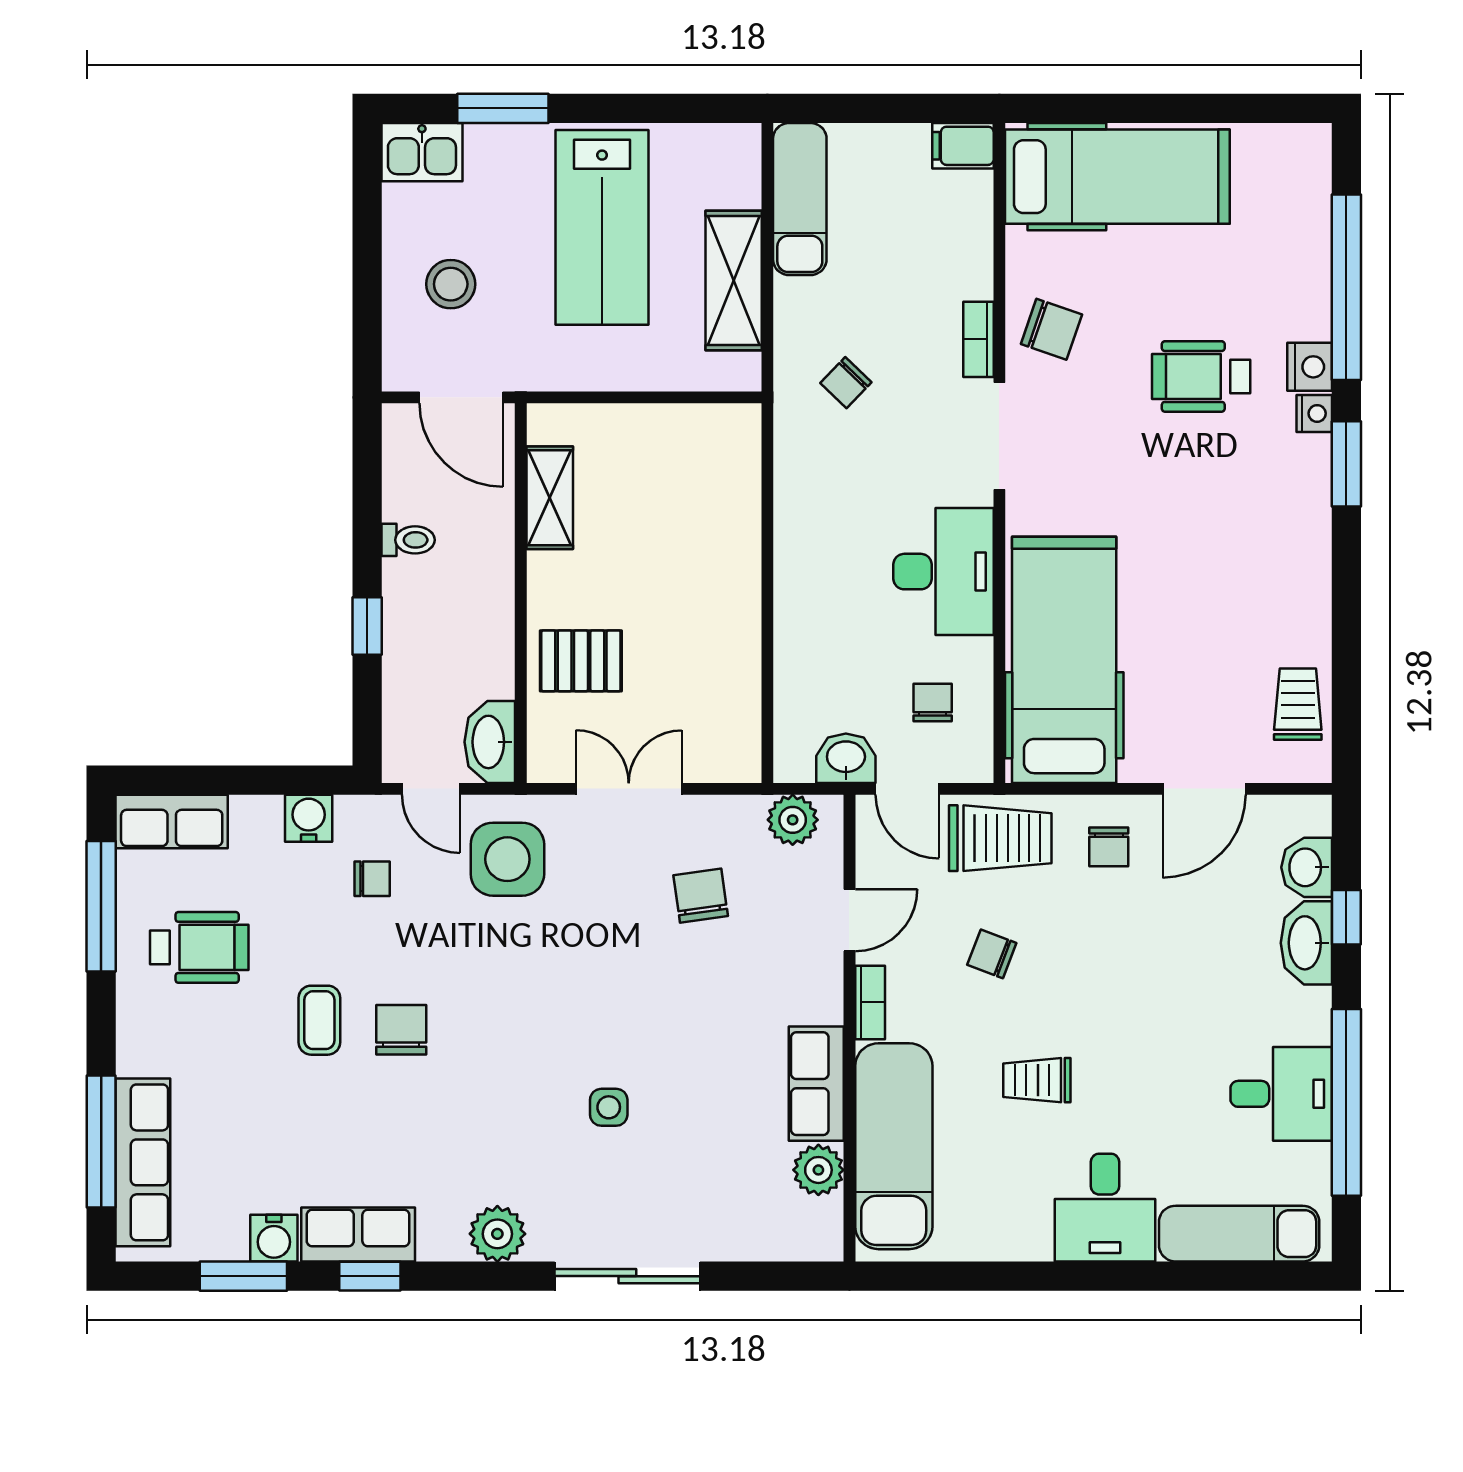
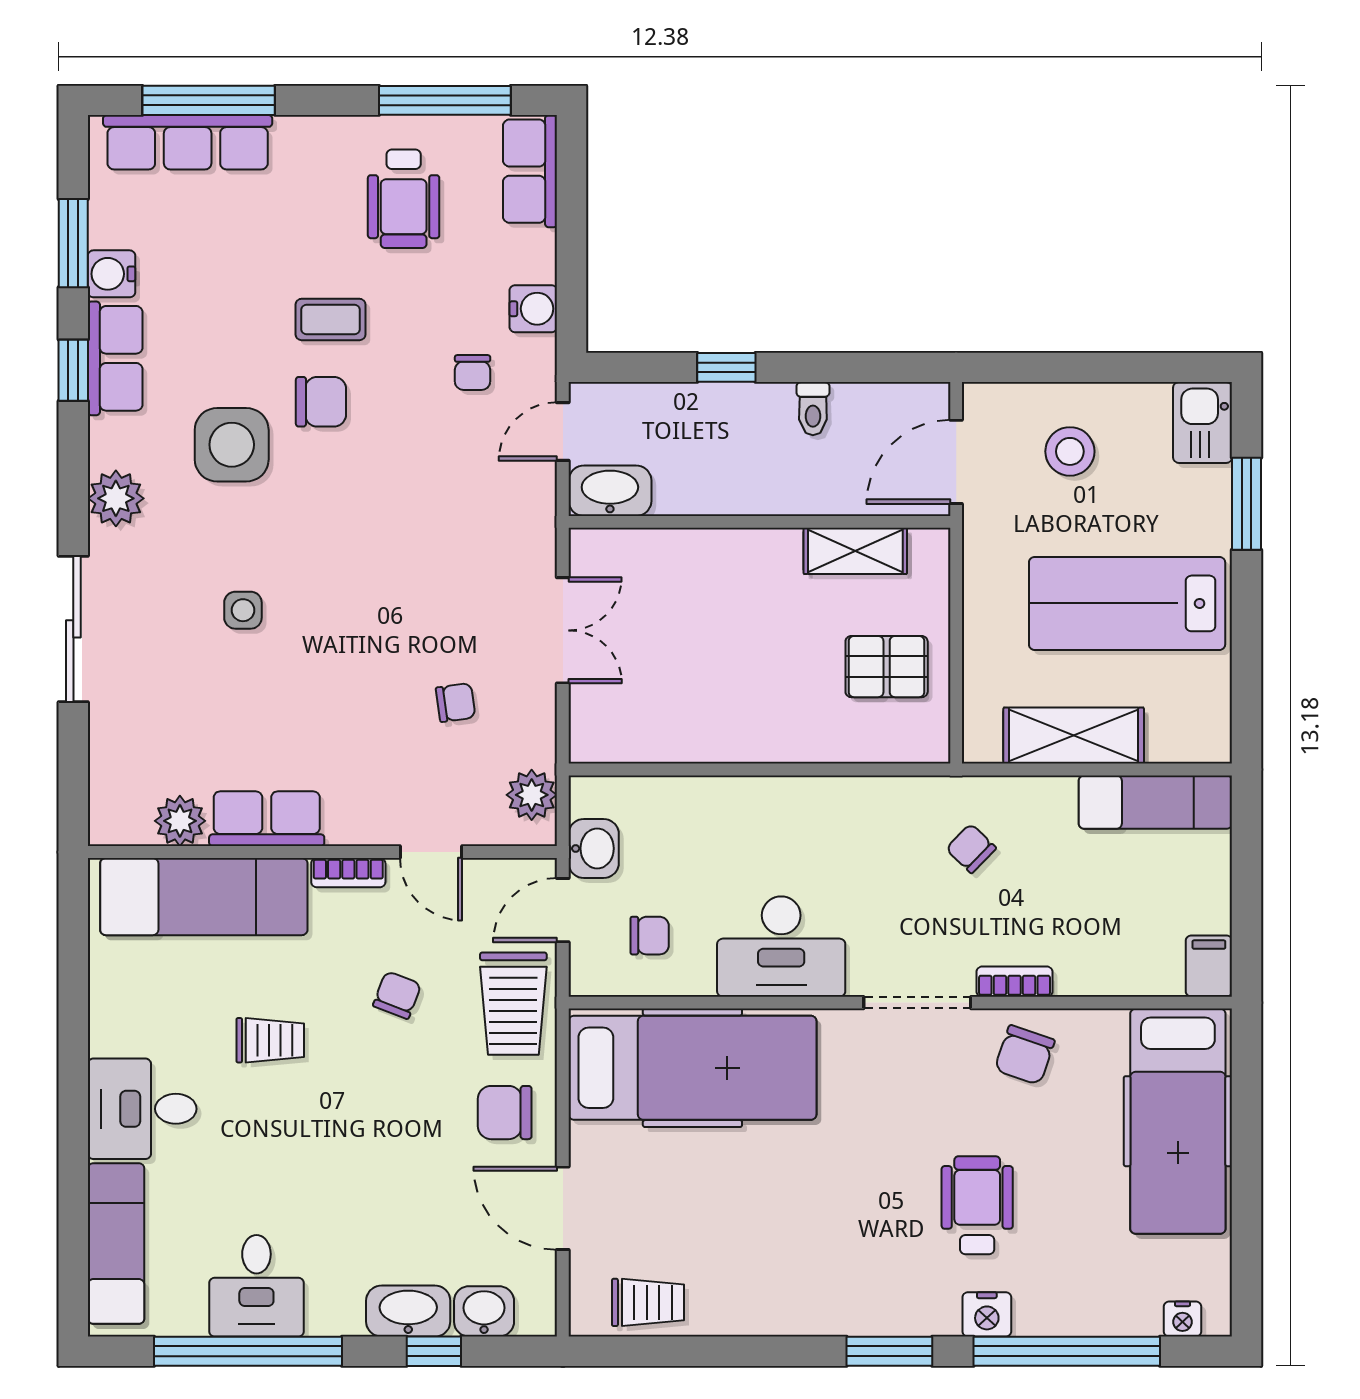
nightstand: (1314, 413) -> (1183, 1319), moved
pallet: (581, 661) -> (887, 667), moved, turned 90
chair: (1109, 847) -> (505, 1113), width x1.37, depth x1.37
side table: (507, 859) -> (232, 445), moved
chair: (701, 896) -> (456, 703), width x0.73, depth x0.73
trolley: (1037, 1080) -> (270, 1040), turned 90

